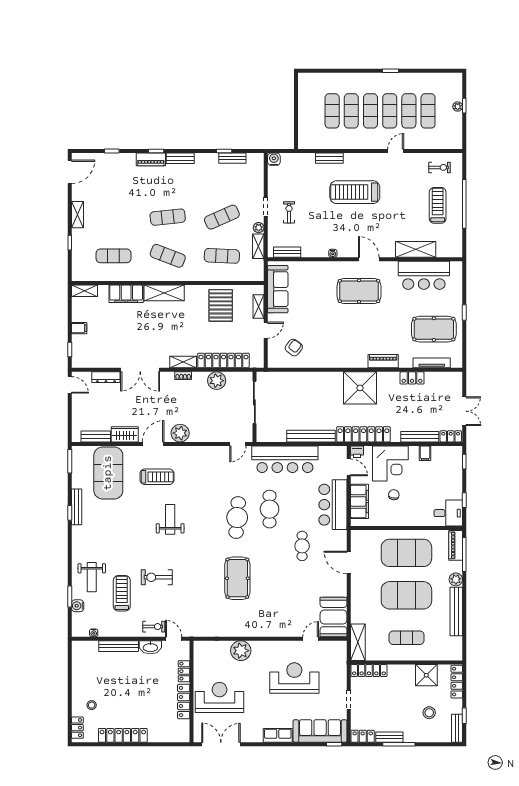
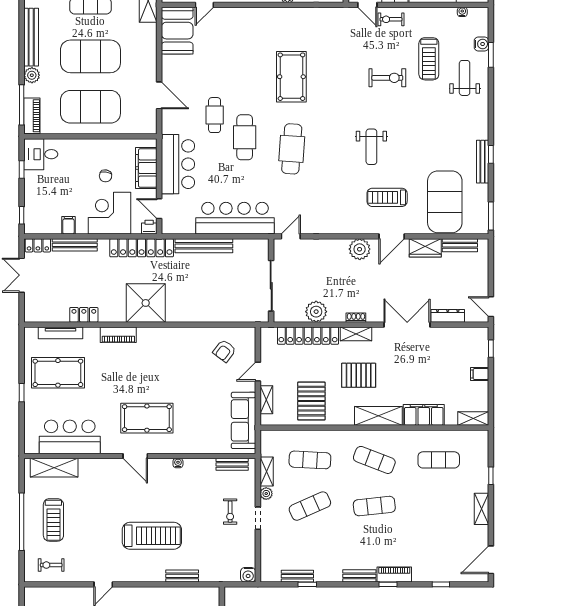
shelving: (416, 249) -> (54, 468), moved
pallet: (181, 327) -> (359, 375), added
cafe table: (270, 509) -> (245, 137), moved

